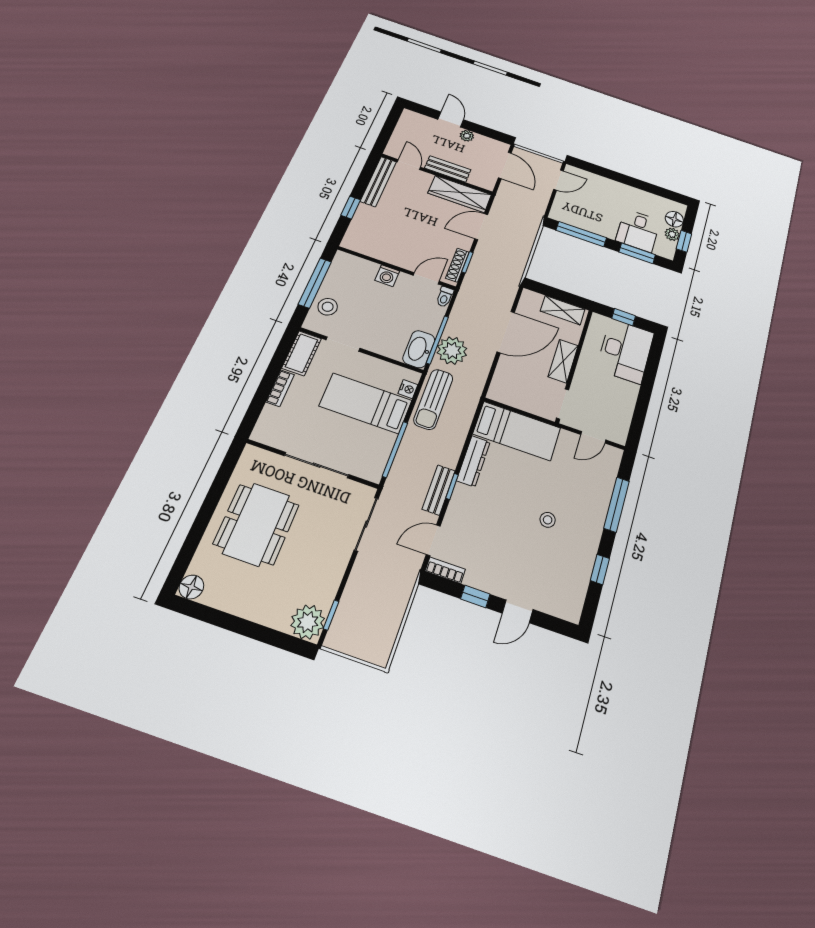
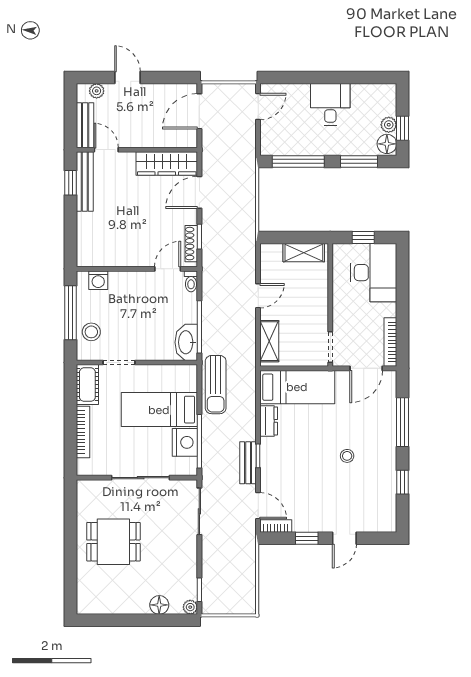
plant: (467, 136) -> (97, 91), moved
door: (505, 165) -> (199, 111), swing flipped
bench: (448, 169) -> (85, 125), moved, turned 90
window: (351, 207) -> (71, 183), moved
floor lamp: (674, 219) -> (387, 144), moved
desk: (638, 231) -> (330, 105), moved, turned 180
washing machine: (387, 276) -> (98, 280), moved
door: (506, 332) -> (258, 296), width x0.53
plant: (452, 351) -> (216, 333), removed
shelving: (563, 361) -> (269, 341), moved
bookcase: (280, 388) -> (83, 432), width x1.56
nightstand: (408, 389) -> (185, 442), moved, width x1.89, depth x1.79
bookcase: (625, 420) -> (390, 342), added
door: (593, 437) -> (366, 368), width x1.37
dresser: (473, 461) -> (269, 421), width x0.70
dining table: (256, 524) -> (113, 542), width x0.73
door: (433, 540) -> (258, 506), swing flipped
floor lamp: (191, 587) -> (159, 605), moved
plant: (308, 622) -> (190, 607), width x0.53, depth x0.53

